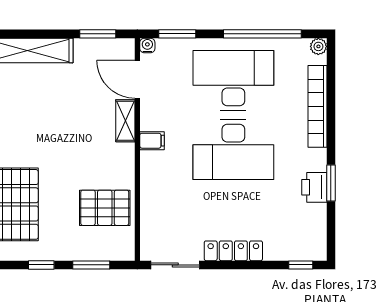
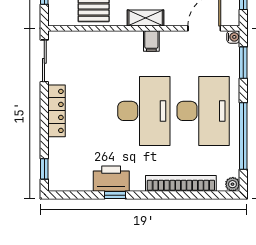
shelving: (125, 121) -> (146, 18), moved
desk: (233, 149) -> (144, 111), turned 180
window: (331, 183) -> (115, 195), width x0.67
printer: (314, 187) -> (111, 179), width x1.37, depth x1.19

